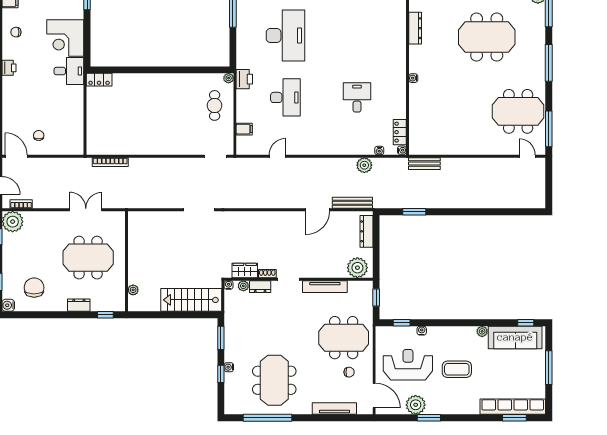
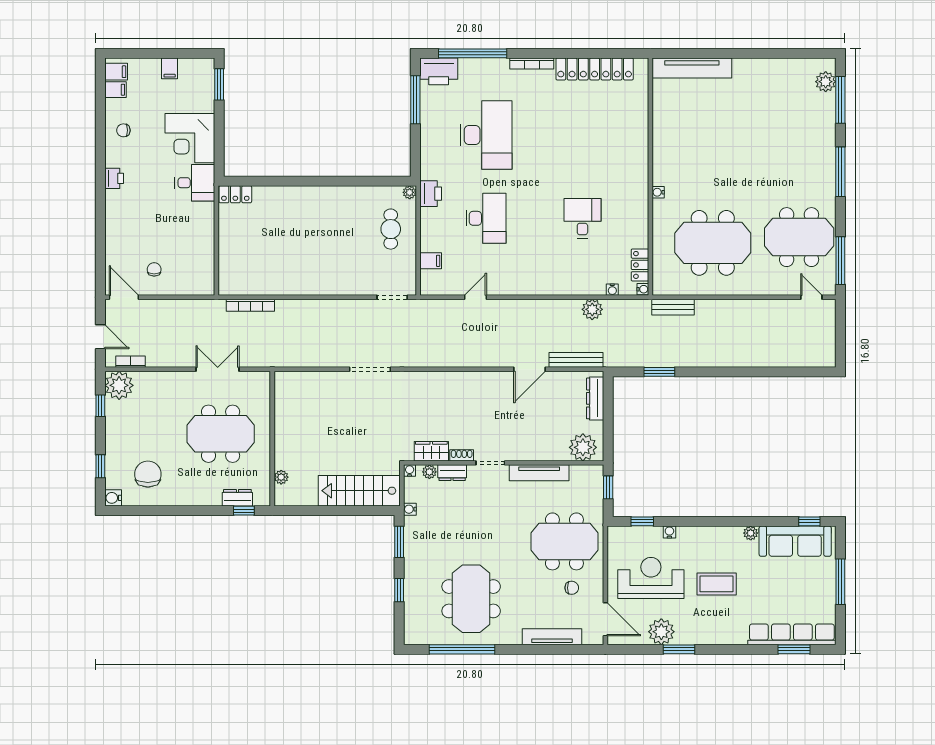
dresser: (415, 28) -> (661, 125), removed
meeting table: (487, 37) -> (713, 243), moved
dresser: (79, 305) -> (237, 498), moved
water cooler: (229, 367) -> (410, 509), moved

